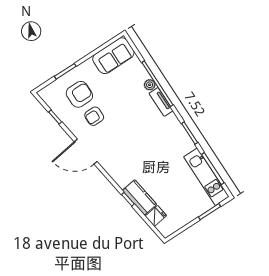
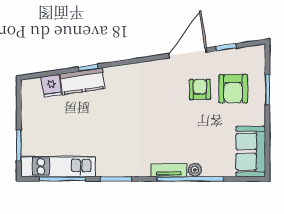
door: (86, 152) -> (188, 53), moved

